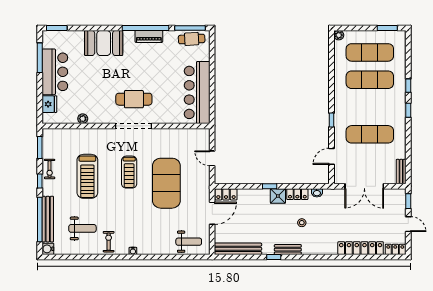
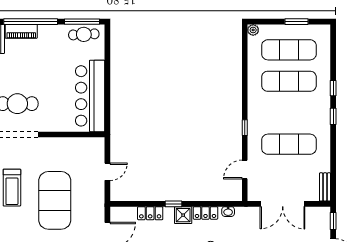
window: (387, 28) -> (296, 22), moved
piano: (149, 36) -> (21, 31), moved
door: (212, 158) -> (107, 172), swing flipped
locker: (226, 194) -> (150, 213), moved

